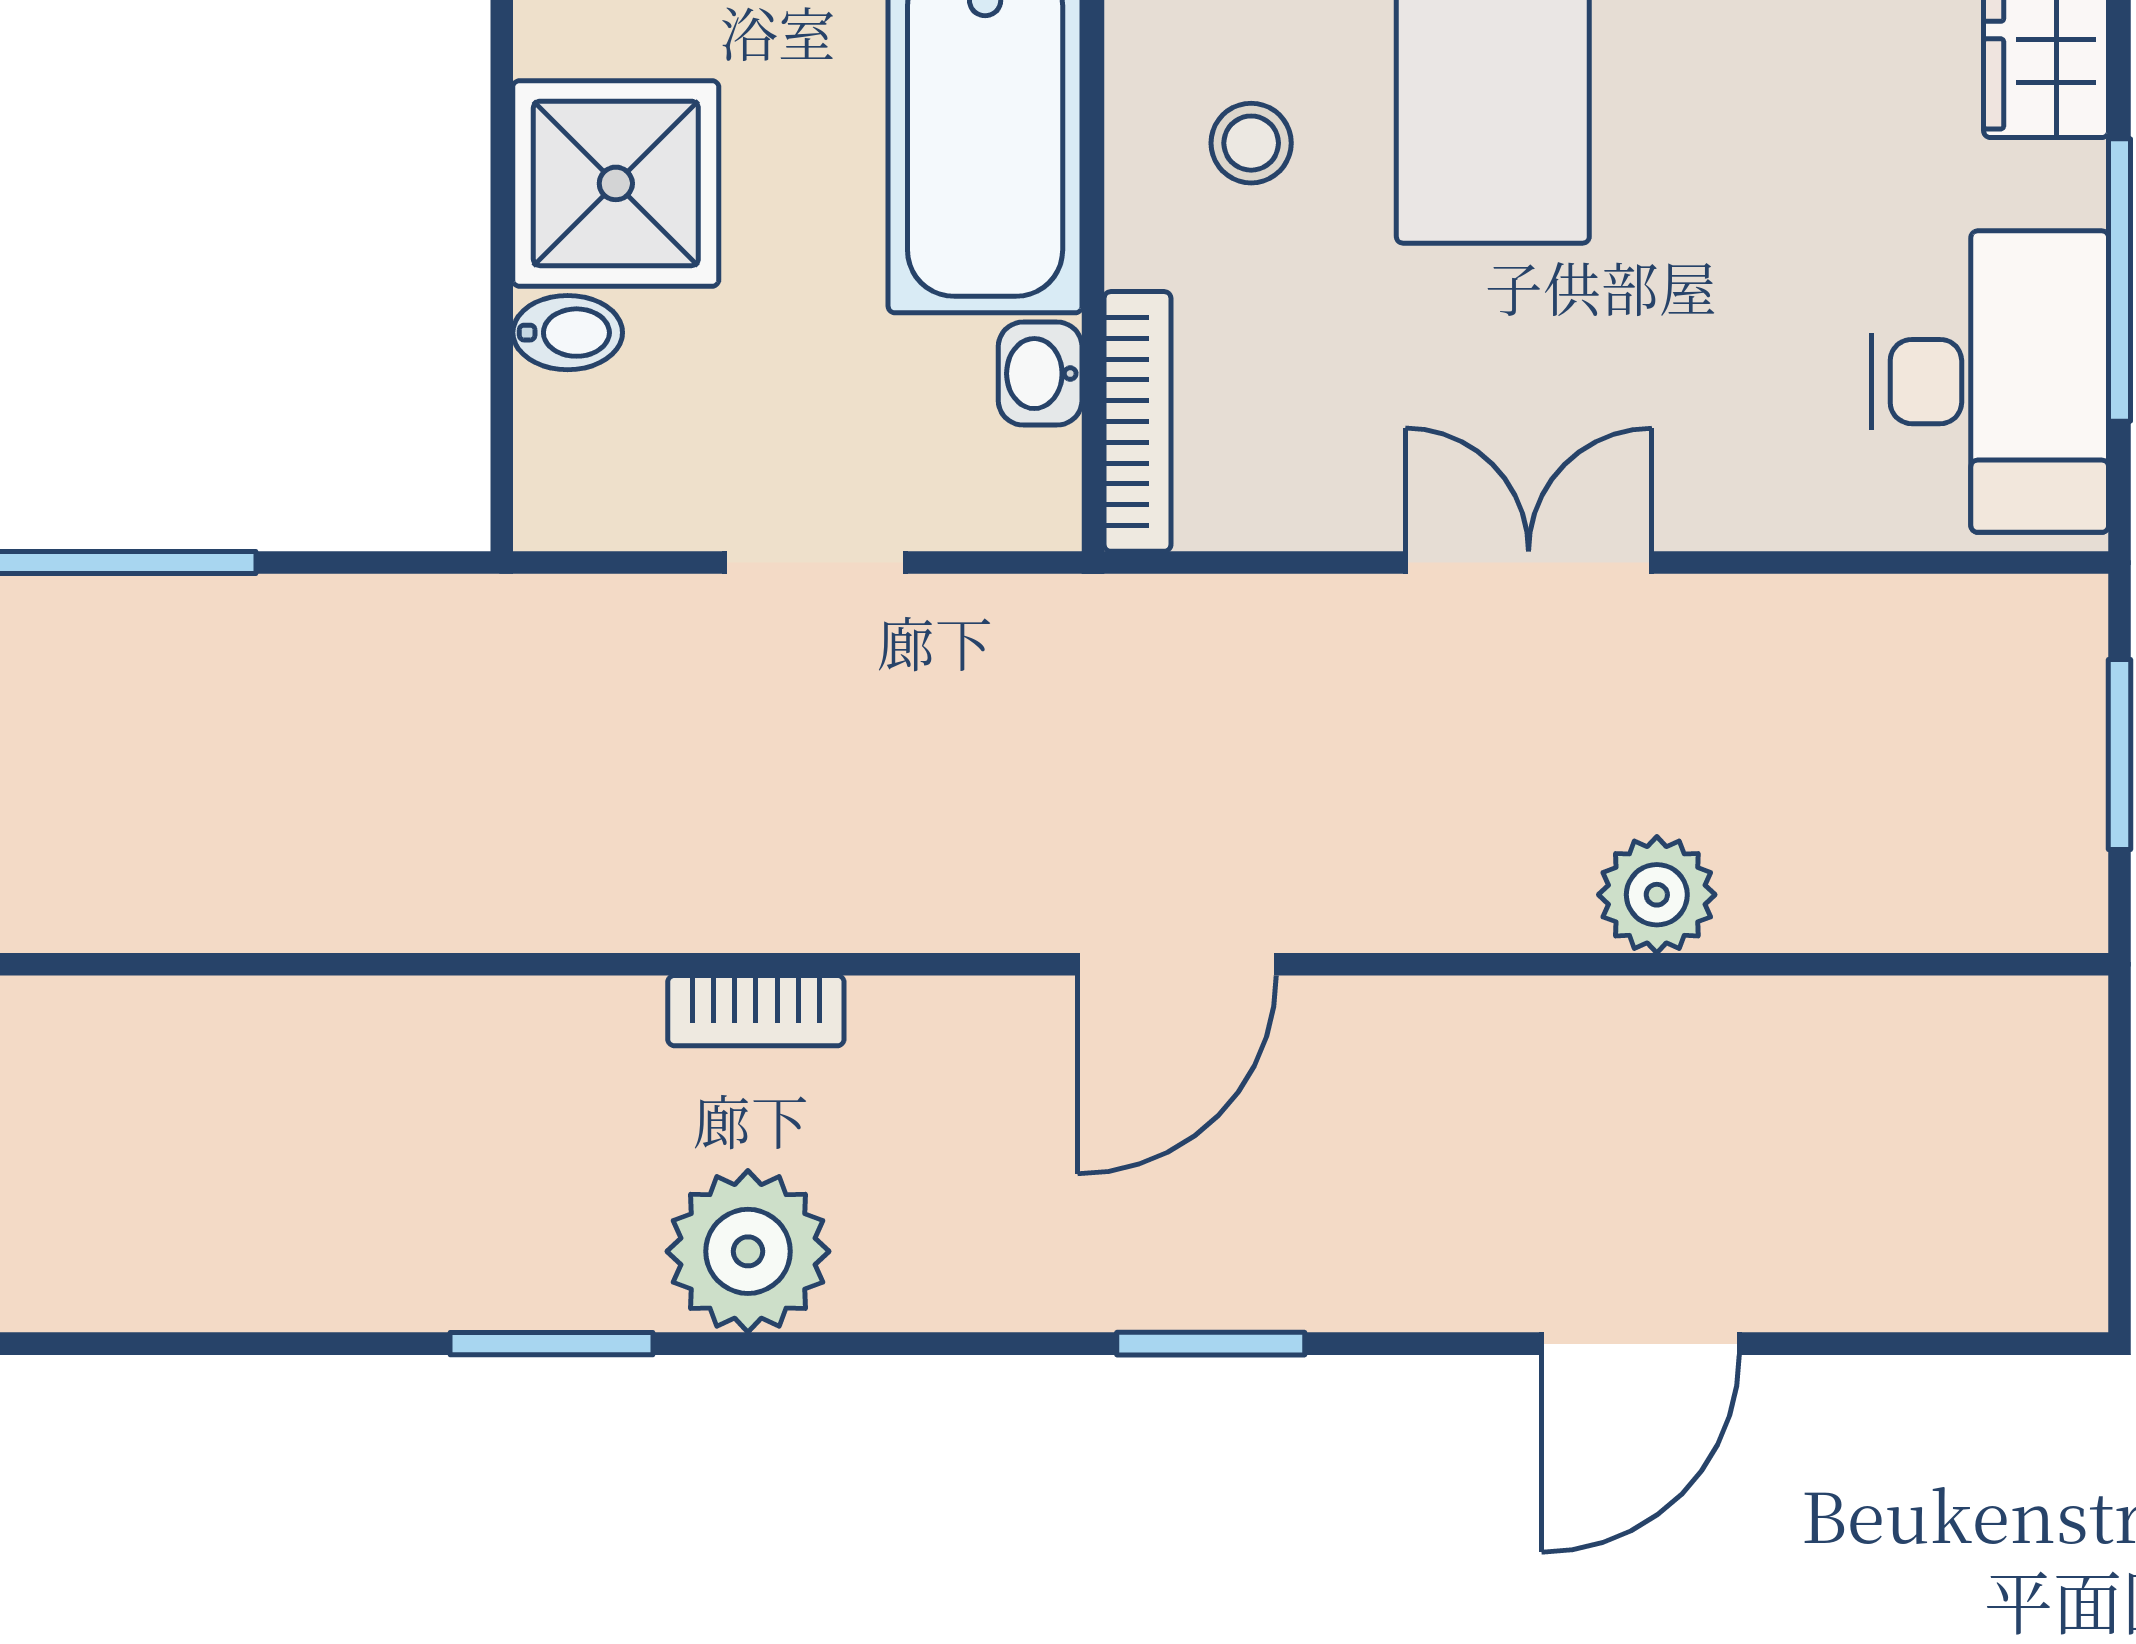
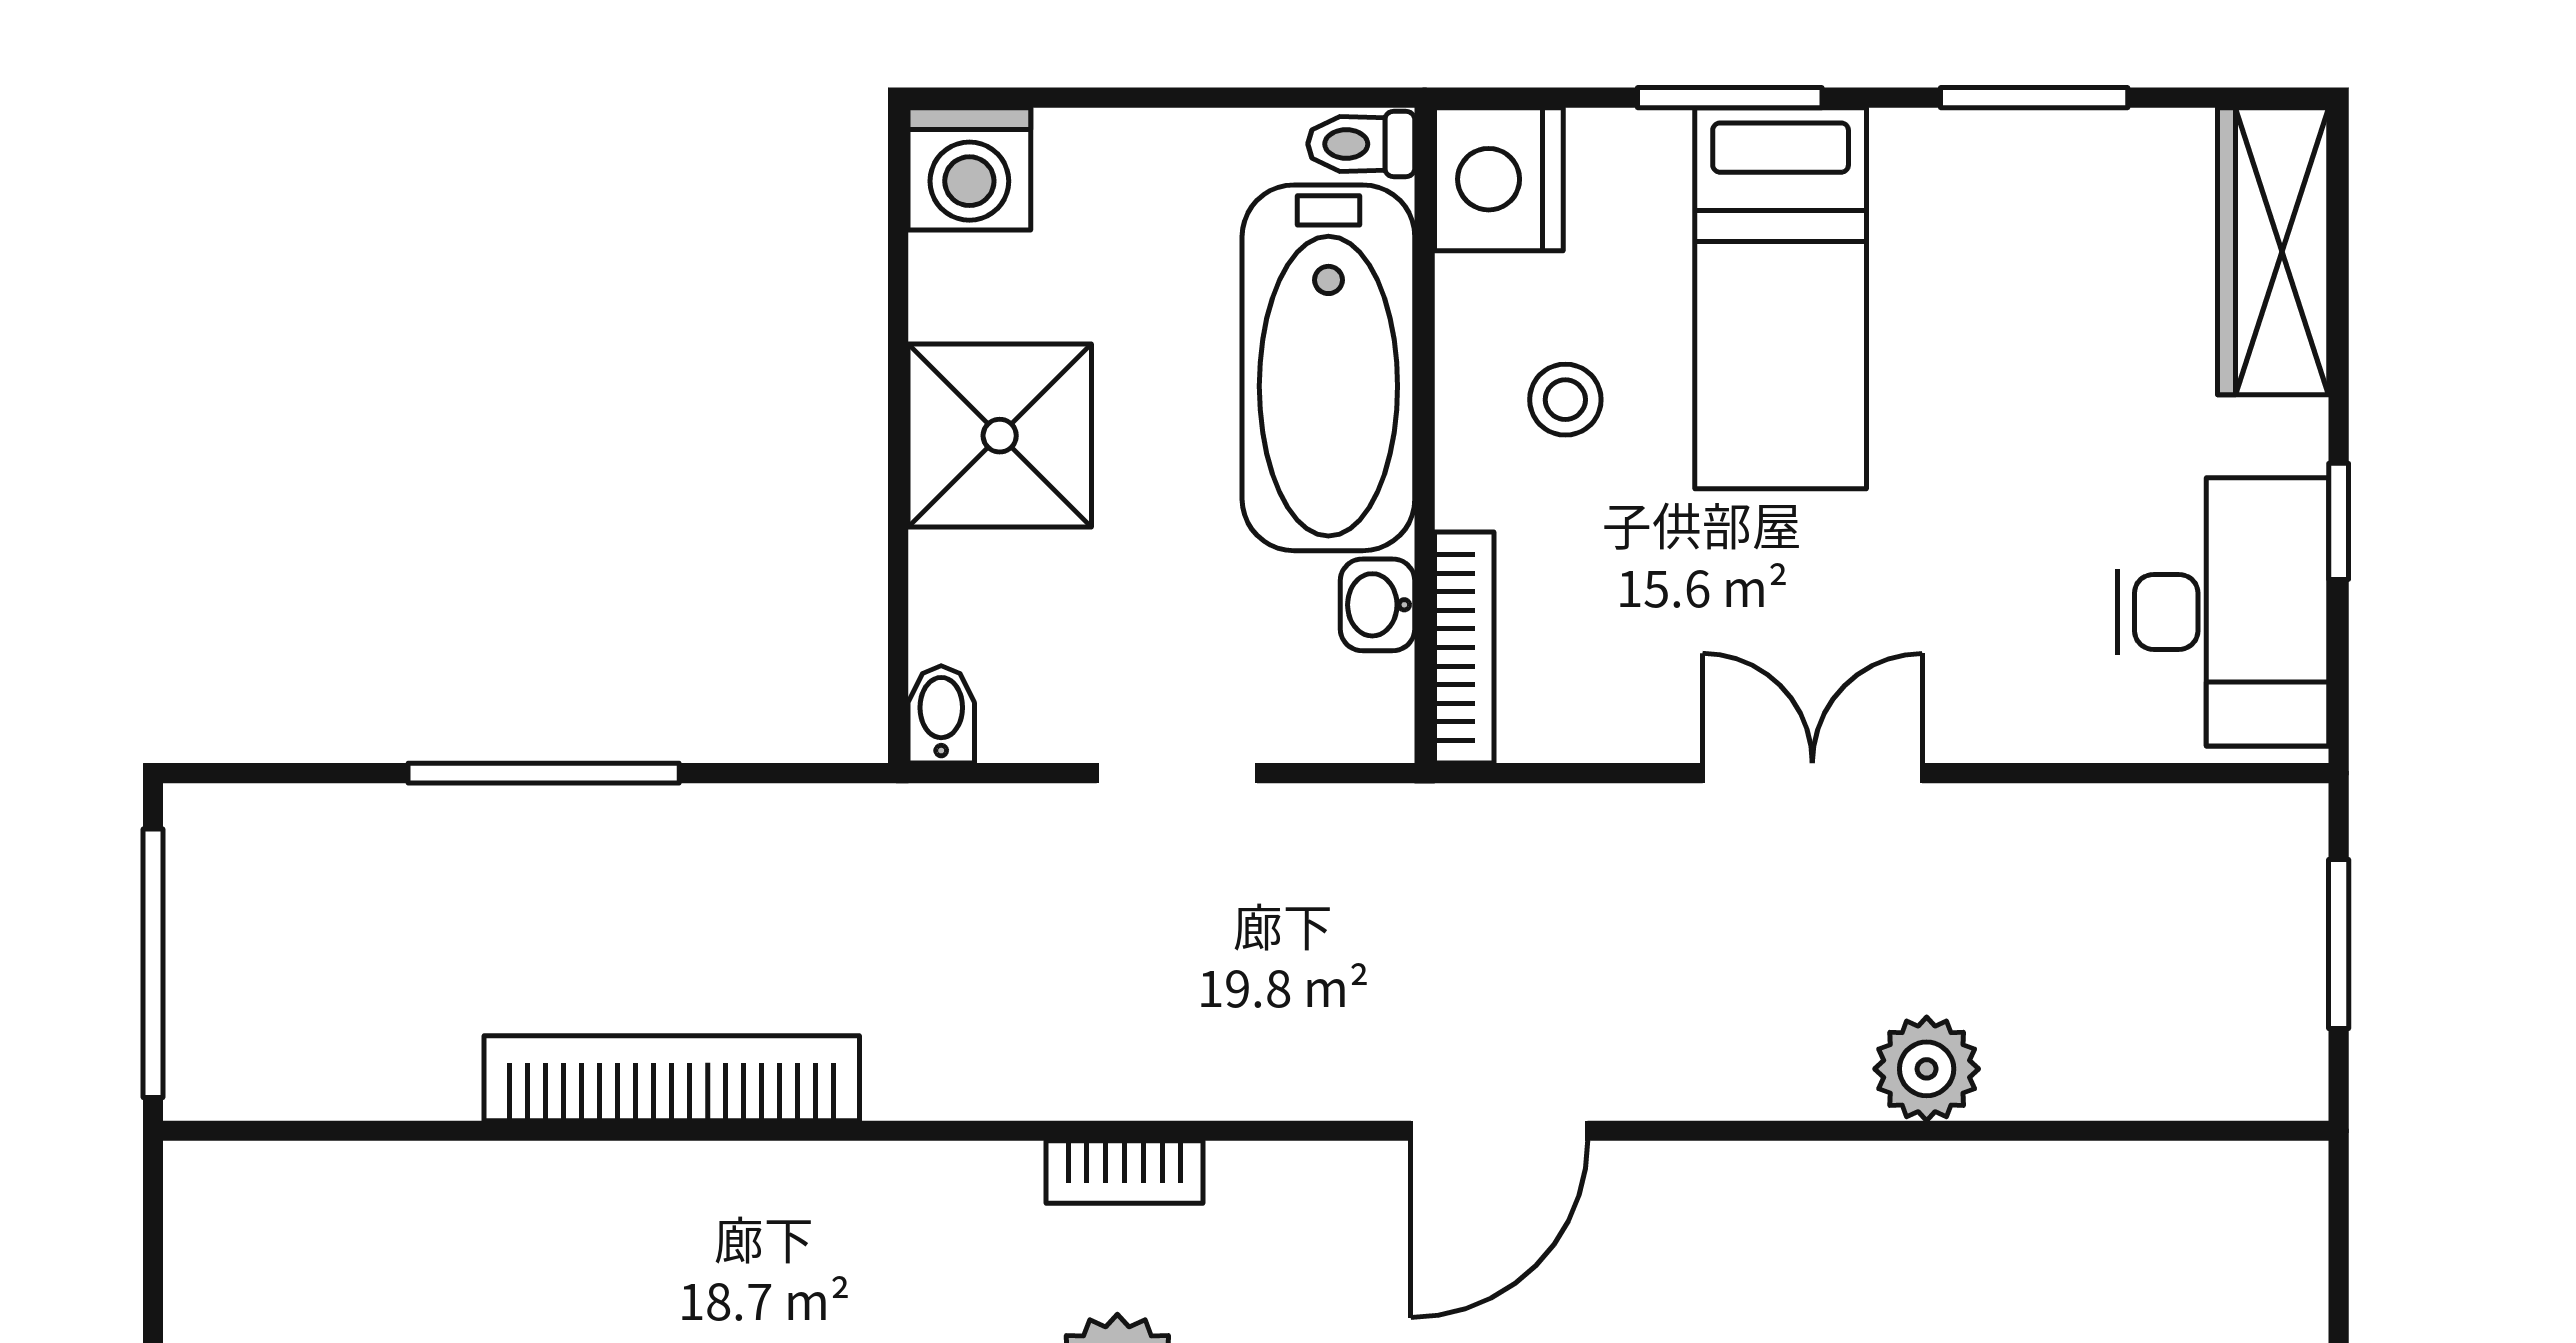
window: (2120, 280) -> (2339, 521), width x0.46
bidet: (568, 333) -> (941, 714), moved, turned -90
bookcase: (248, 905) -> (672, 1078), added

